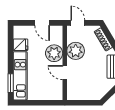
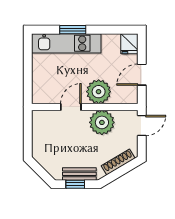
fridge: (21, 45) -> (129, 44), moved
window: (11, 83) -> (73, 30), moved

